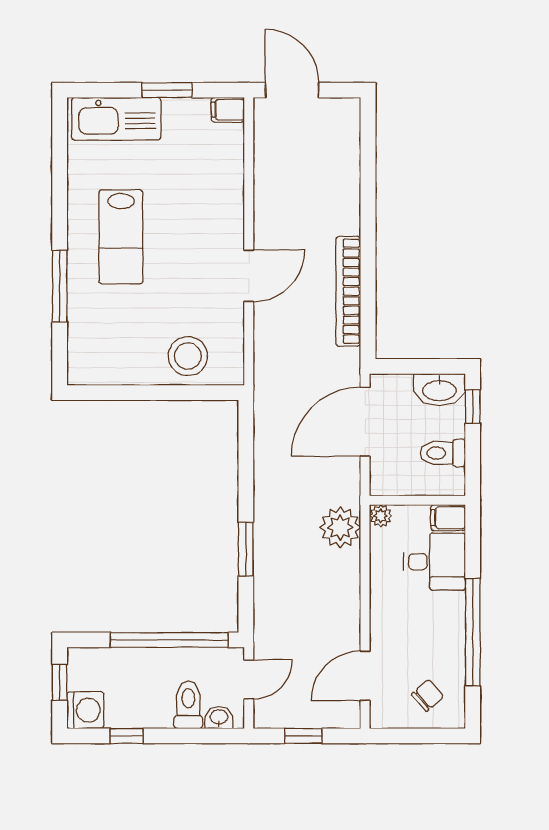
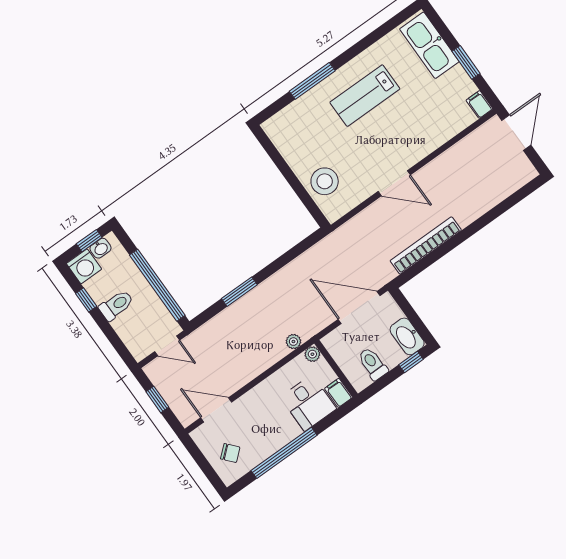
plant: (340, 527) -> (293, 342), width x0.53, depth x0.53
toilet: (188, 705) -> (116, 305), moved
washbasin: (219, 718) -> (101, 248), moved, turned 90

